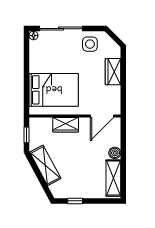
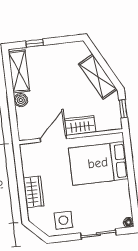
sliding door: (61, 29) -> (98, 234), width x0.73
door: (102, 116) -> (53, 139), moved
window: (75, 201) -> (35, 43), moved

